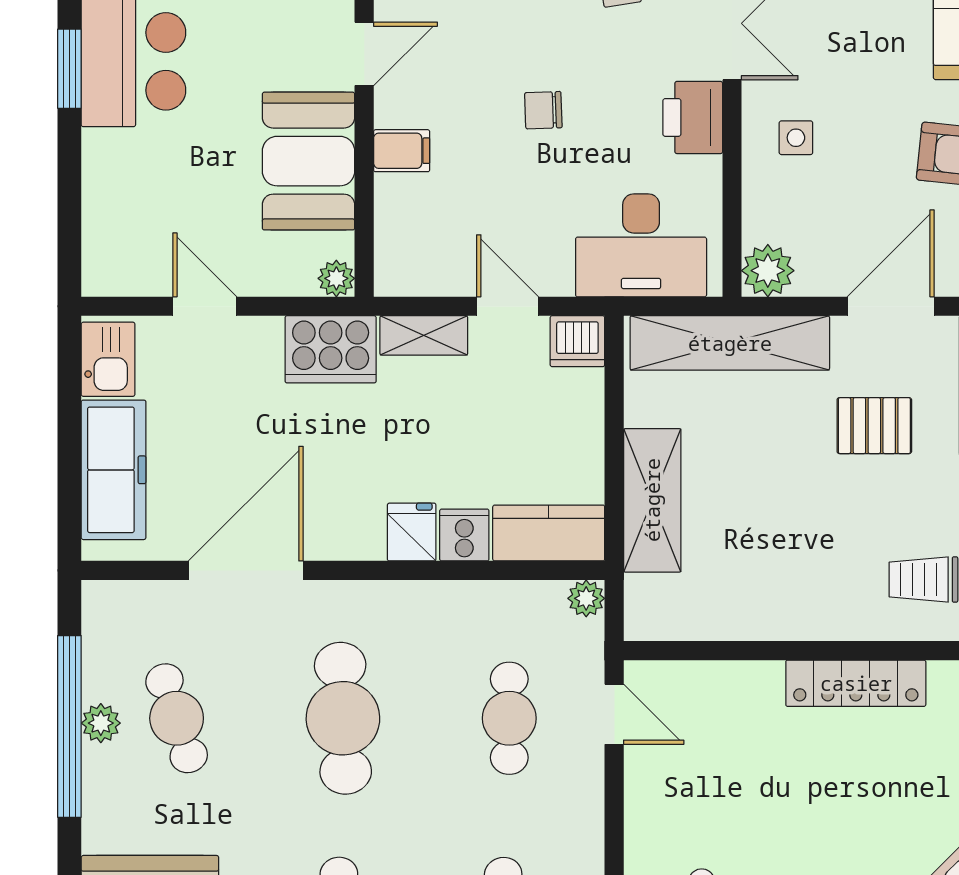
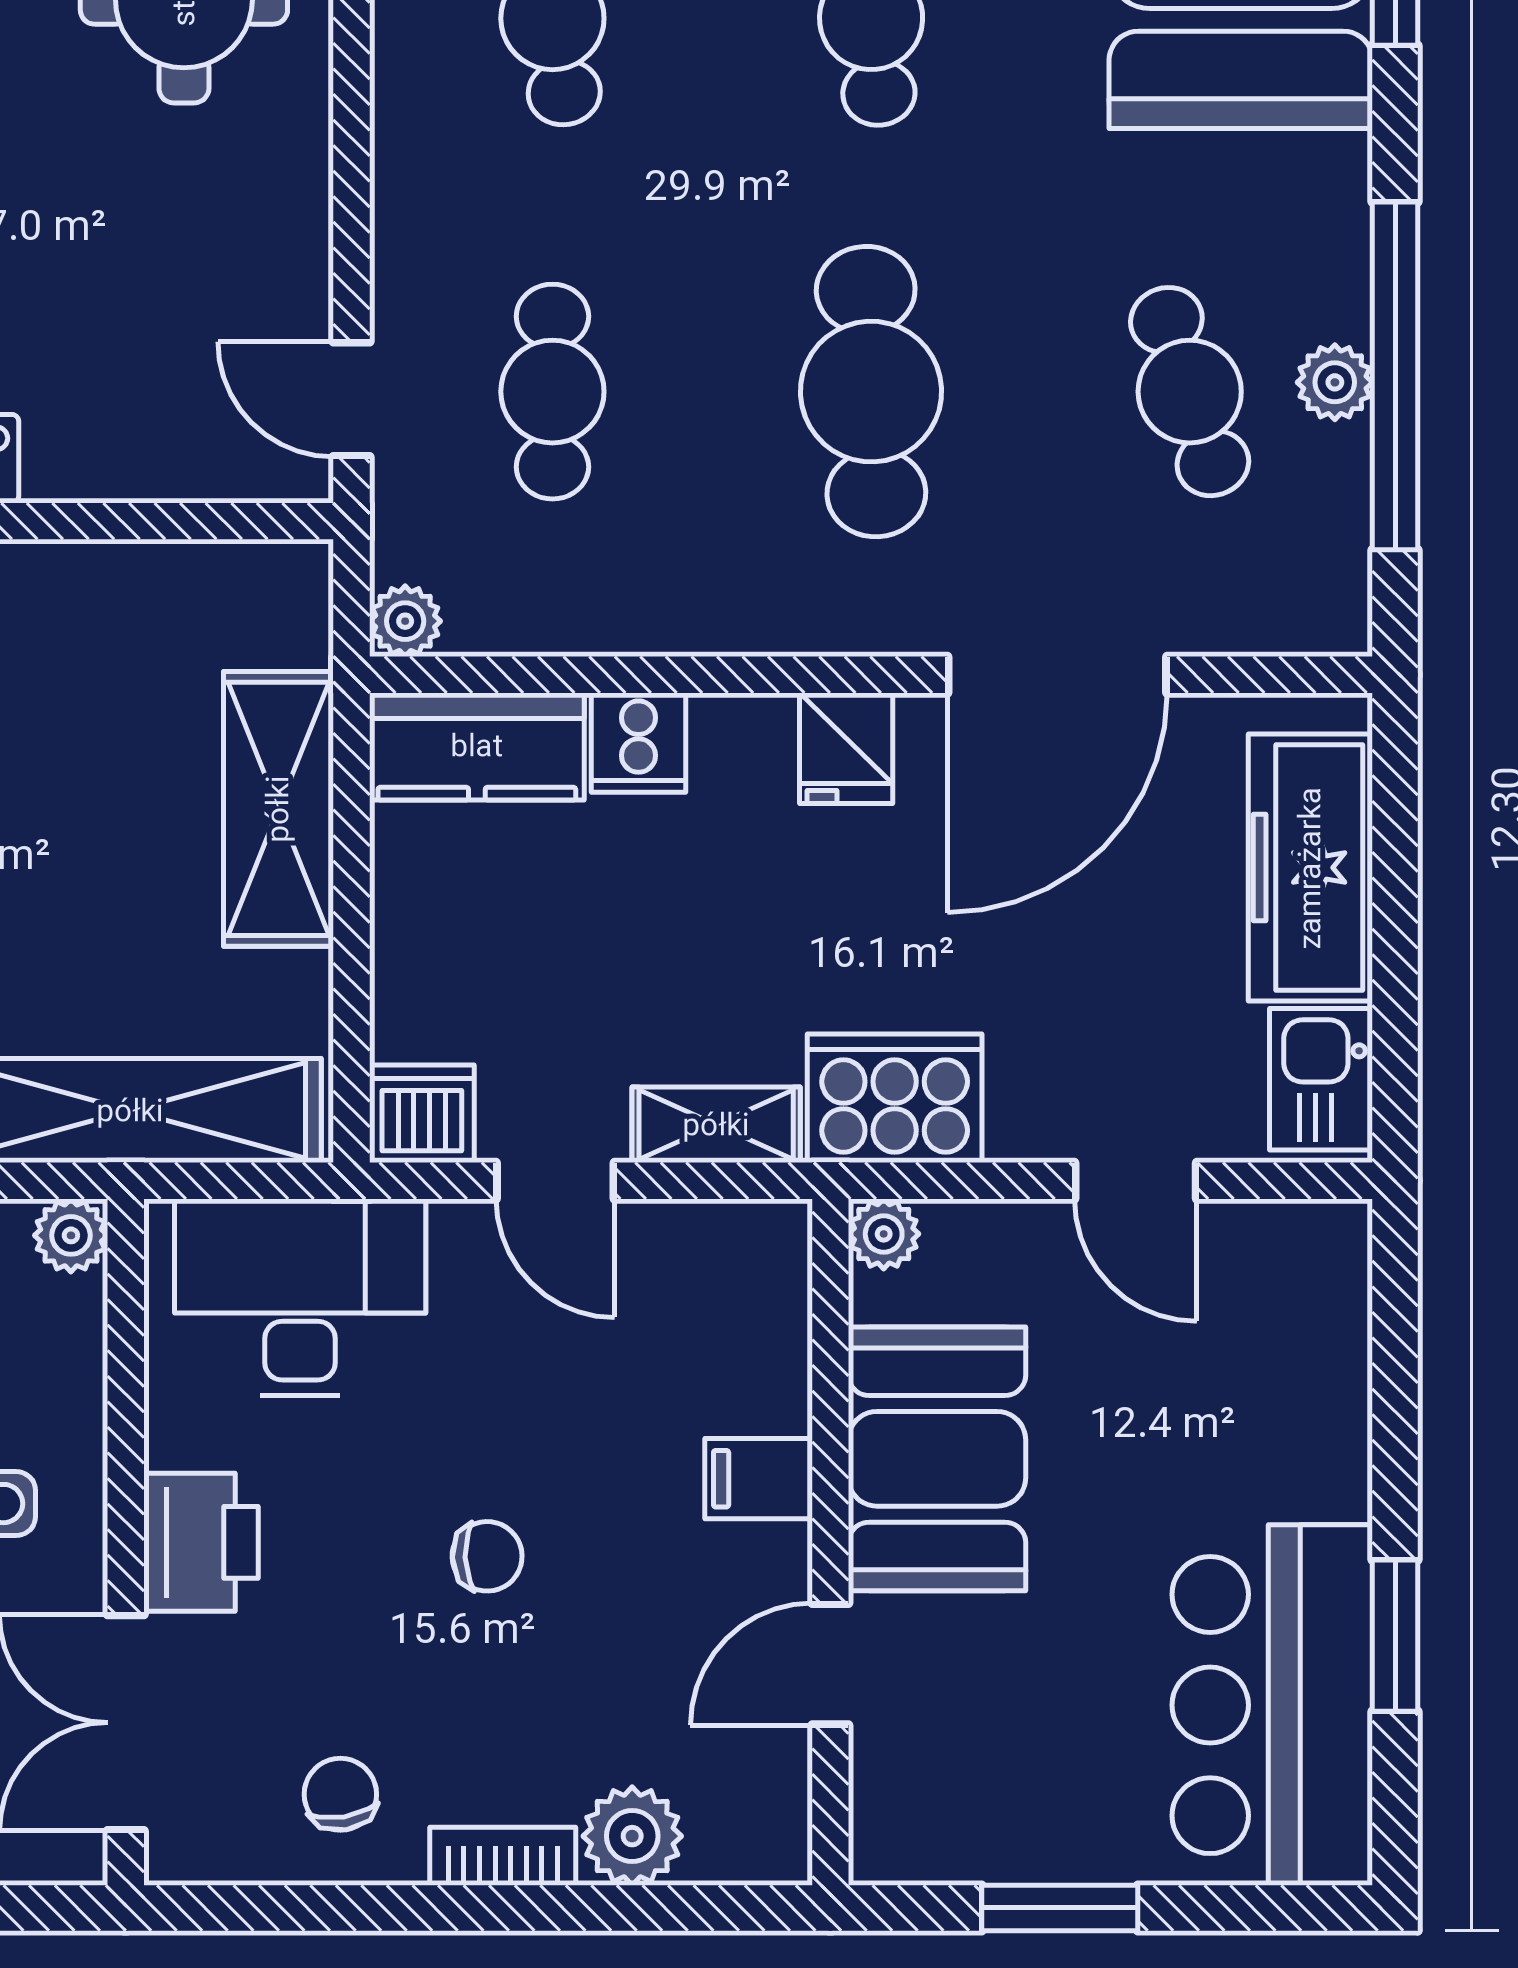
plant: (768, 271) -> (71, 1235), width x0.73, depth x0.73
fridge: (412, 532) -> (846, 748), moved

